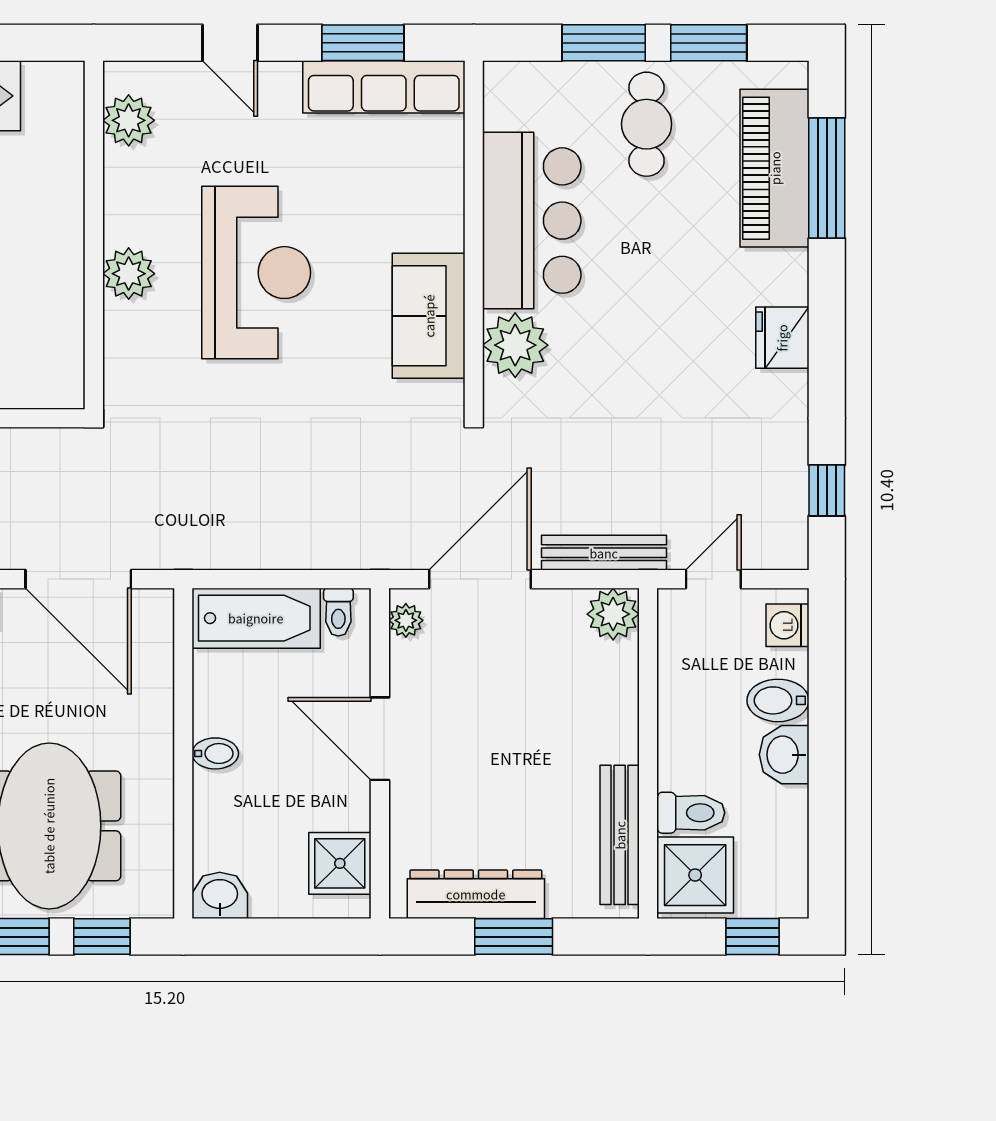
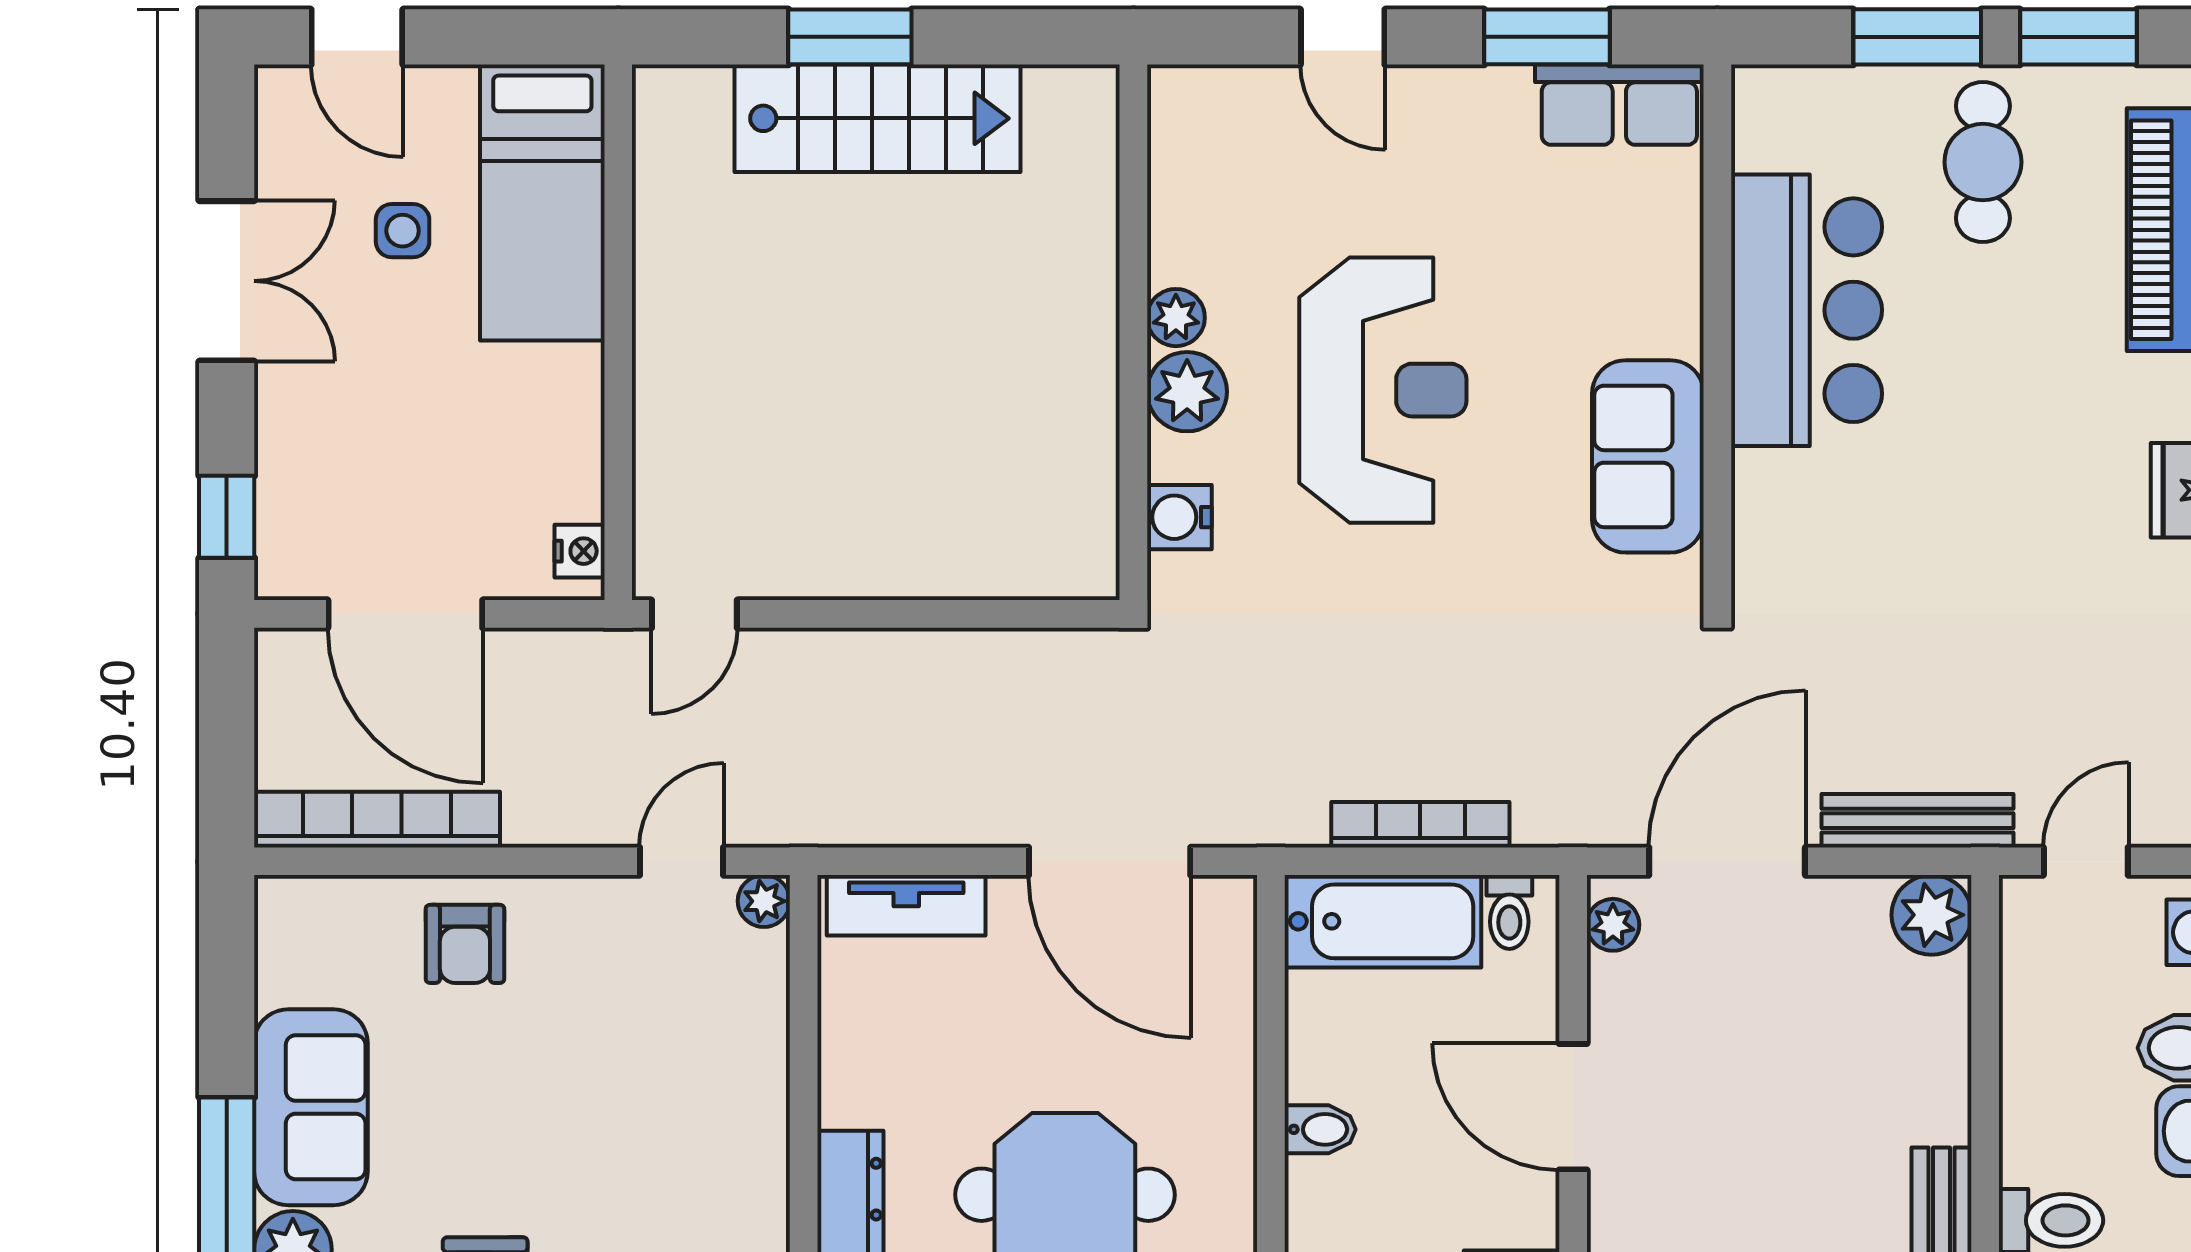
row of seats: (384, 87) -> (1619, 105), width x0.68
plant: (129, 120) -> (1176, 318), moved, width x0.73, depth x0.73
plant: (515, 345) -> (1781, 502), removed
water cooler: (124, 355) -> (1179, 517), added
bookcase: (280, 555) -> (1420, 825), added

